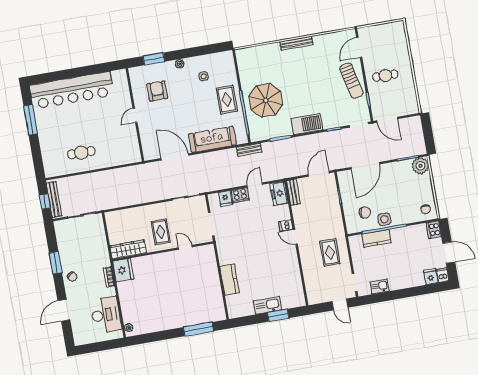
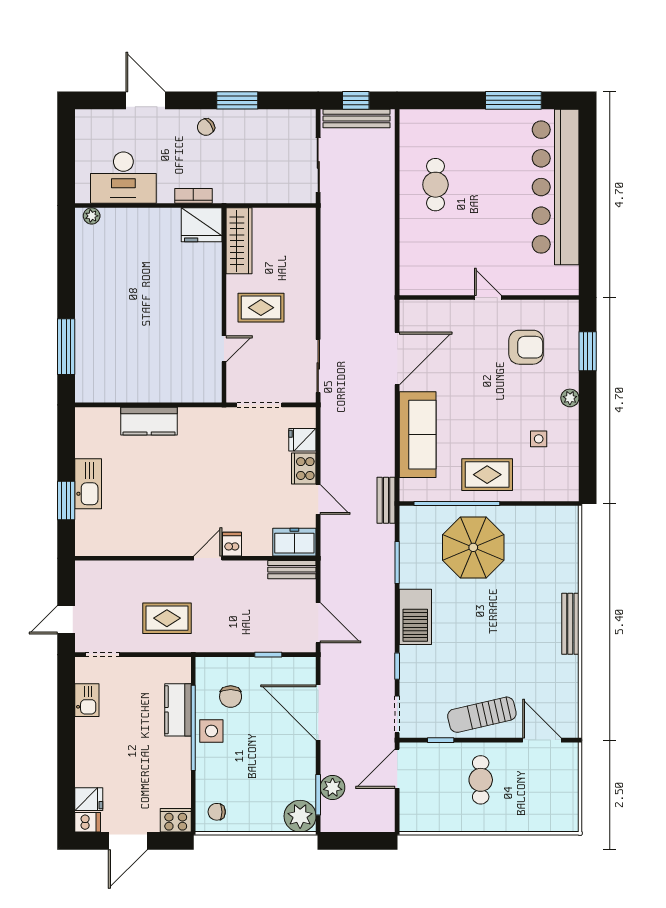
plant: (403, 151) -> (333, 788), added

